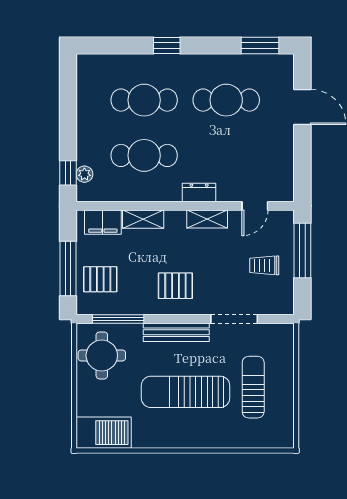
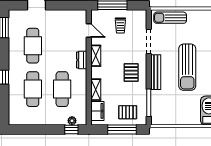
pallet: (100, 279) -> (128, 112), turned 90
round table: (102, 355) -> (168, 112), removed
sun lounger: (253, 387) -> (170, 18), moved

